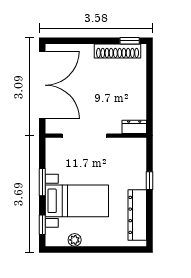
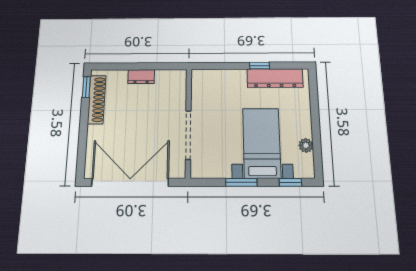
dresser: (134, 127) -> (141, 77), moved, turned -90
window: (150, 181) -> (259, 66), moved

